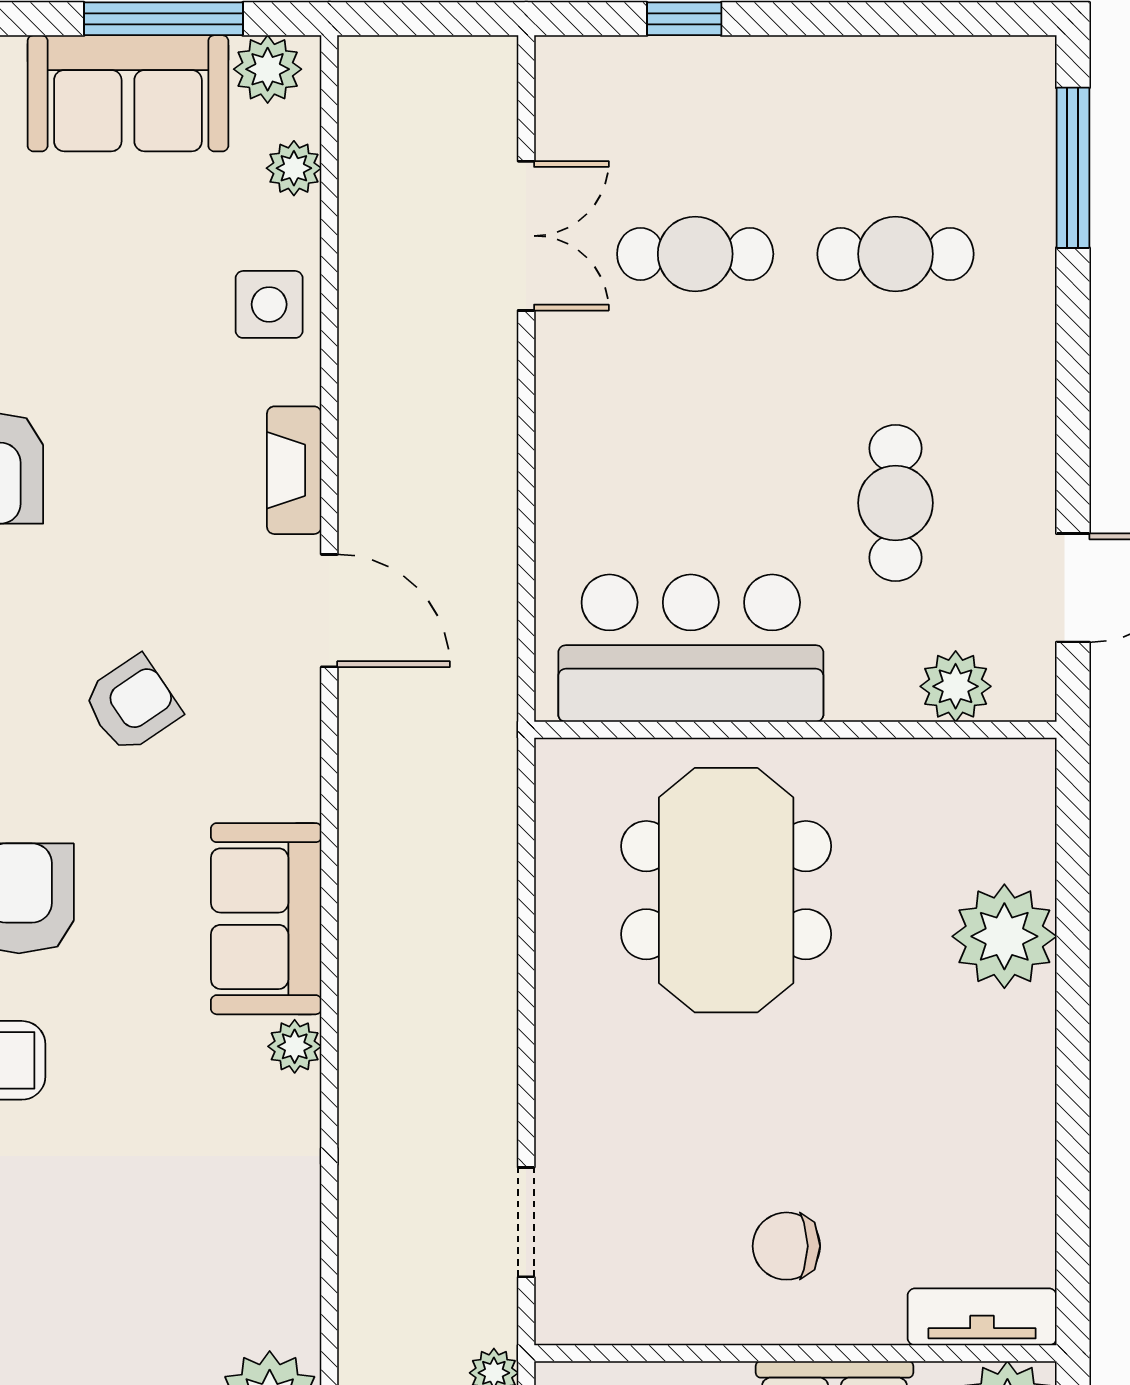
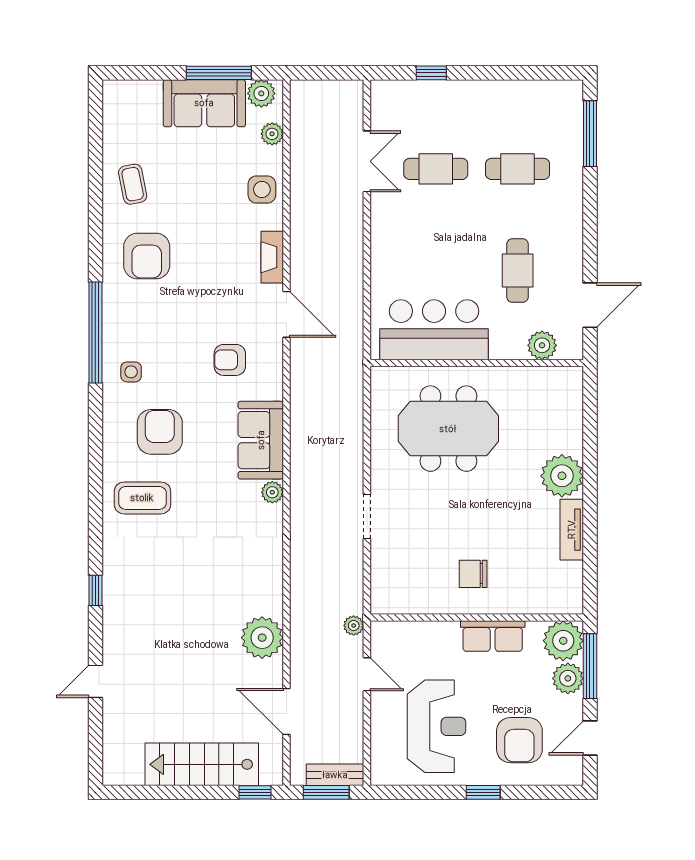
armchair: (132, 704) -> (230, 360), moved, turned -146
meeting table: (726, 890) -> (448, 429), turned 90
plant: (1004, 936) -> (562, 476), moved
doorway: (526, 1222) -> (367, 516), moved
tv unit: (982, 1317) -> (572, 530), moved, turned -90

